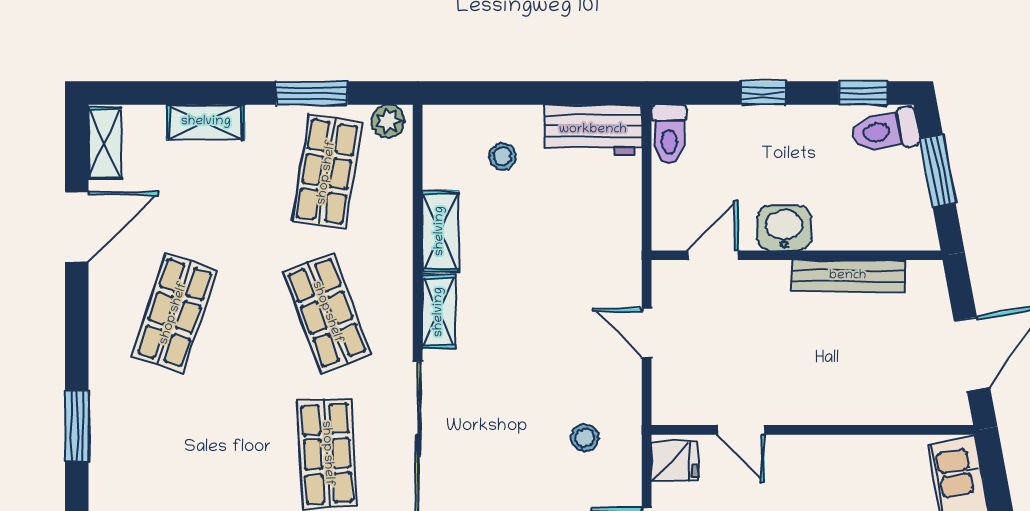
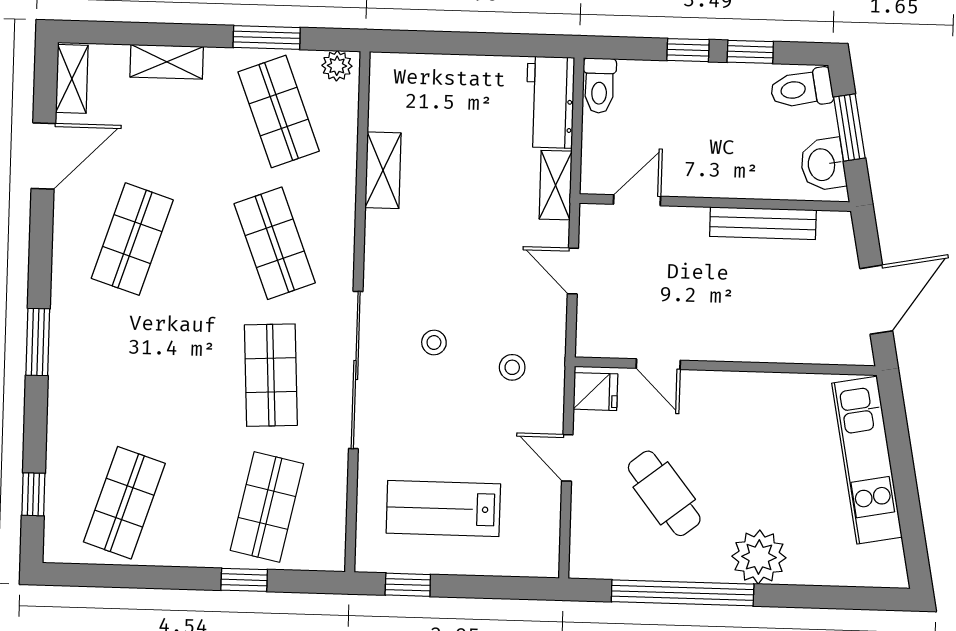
window: (863, 93) -> (750, 52), moved
workbench: (593, 130) -> (550, 102), moved, turned 90
stool: (503, 156) -> (434, 342), moved
shop shelf: (327, 172) -> (279, 111), turned -30
washbasin: (784, 228) -> (823, 164), moved, turned -101
shelving: (439, 312) -> (556, 185), moved

